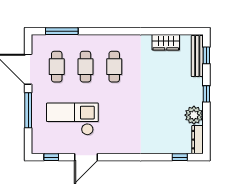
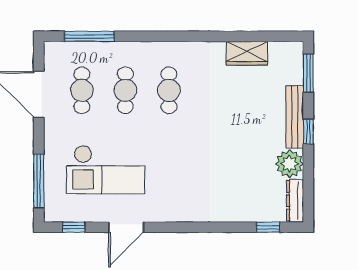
window: (206, 55) -> (308, 73), width x1.50
bench: (197, 56) -> (295, 117), moved
window: (28, 110) -> (39, 181), moved
checkout: (72, 119) -> (106, 170), turned 180

